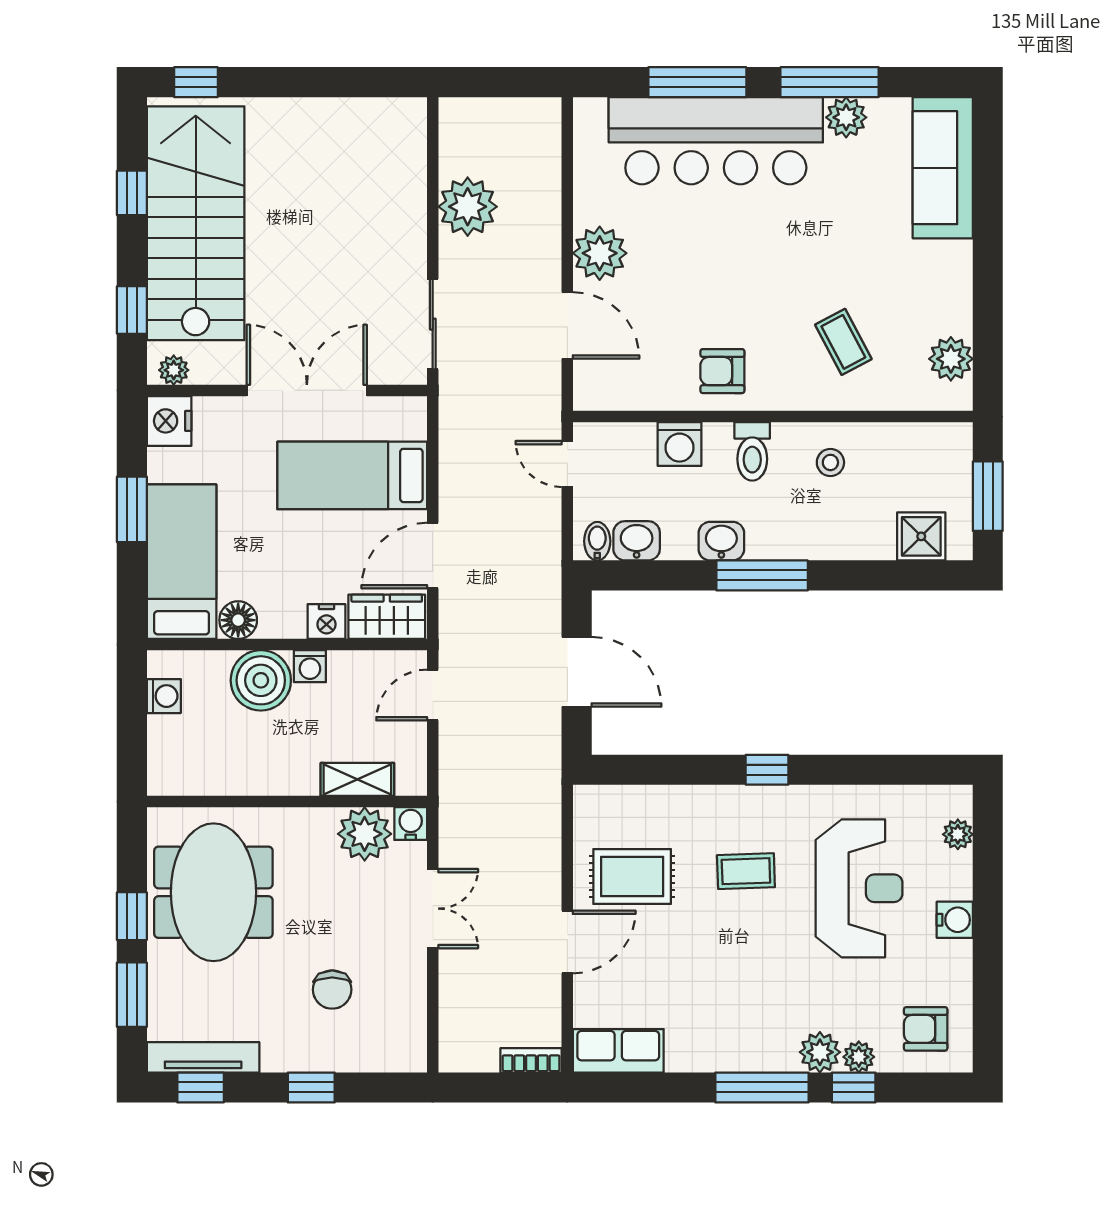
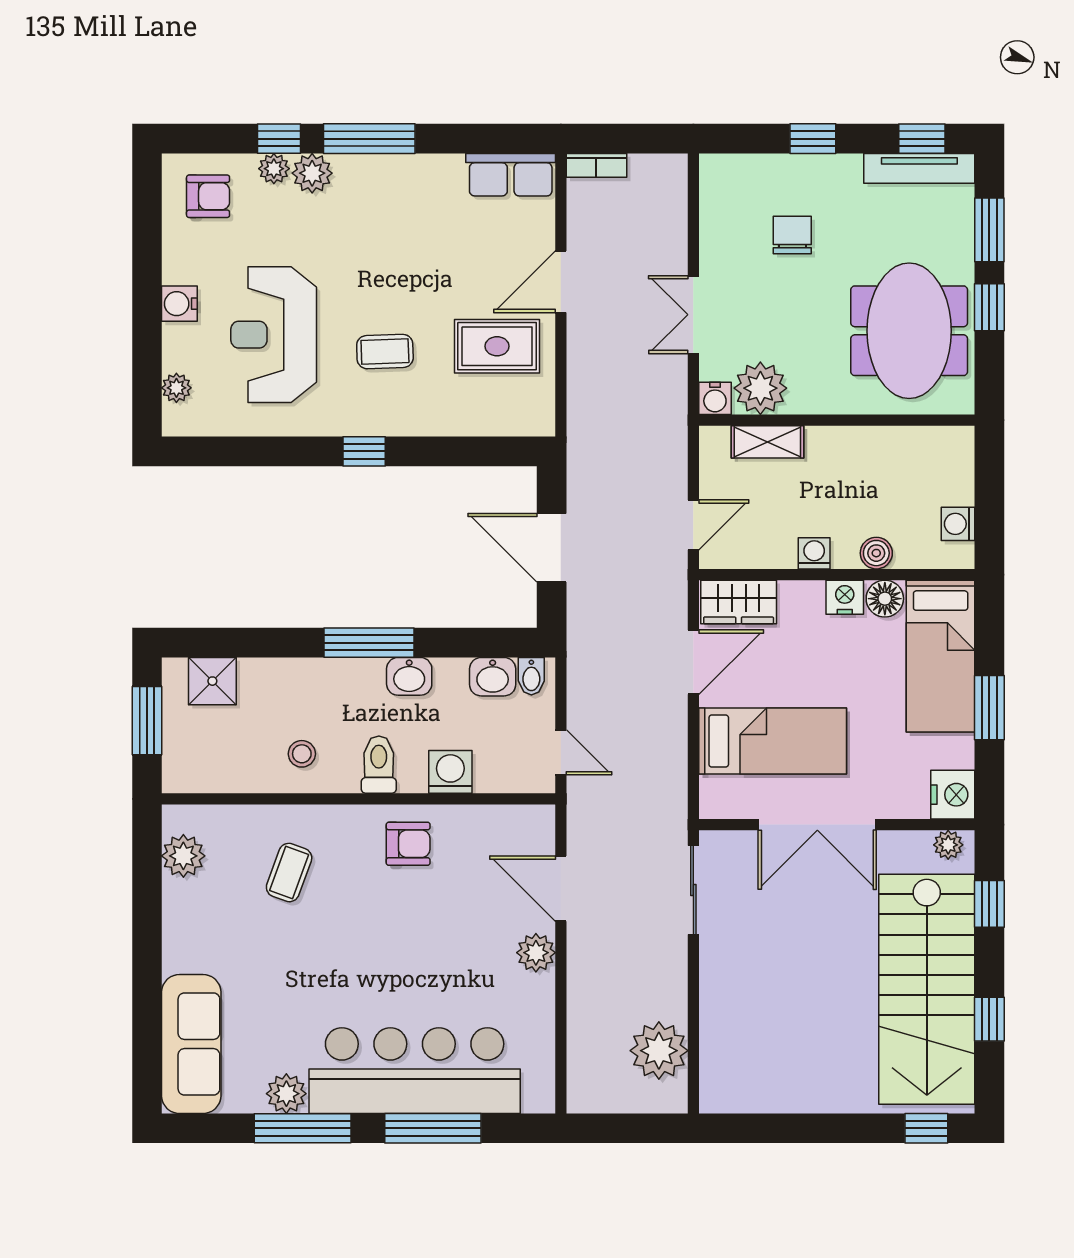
plant: (468, 207) -> (659, 1051), moved
plant: (600, 253) -> (536, 953), width x0.73, depth x0.73
coffee table: (843, 342) -> (289, 873), turned 48
nightstand: (326, 622) -> (845, 597), moved
boiler: (261, 680) -> (876, 553), width x0.54, depth x0.54

